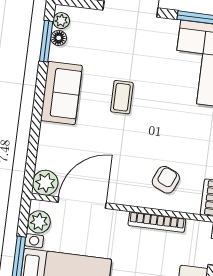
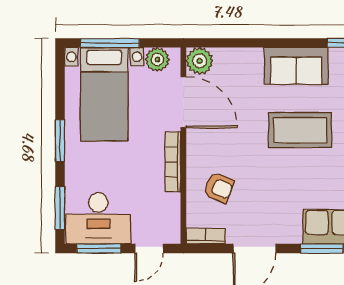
coffee table: (122, 97) -> (300, 130), width x1.86, depth x1.72
bookcase: (157, 222) -> (173, 162), moved

